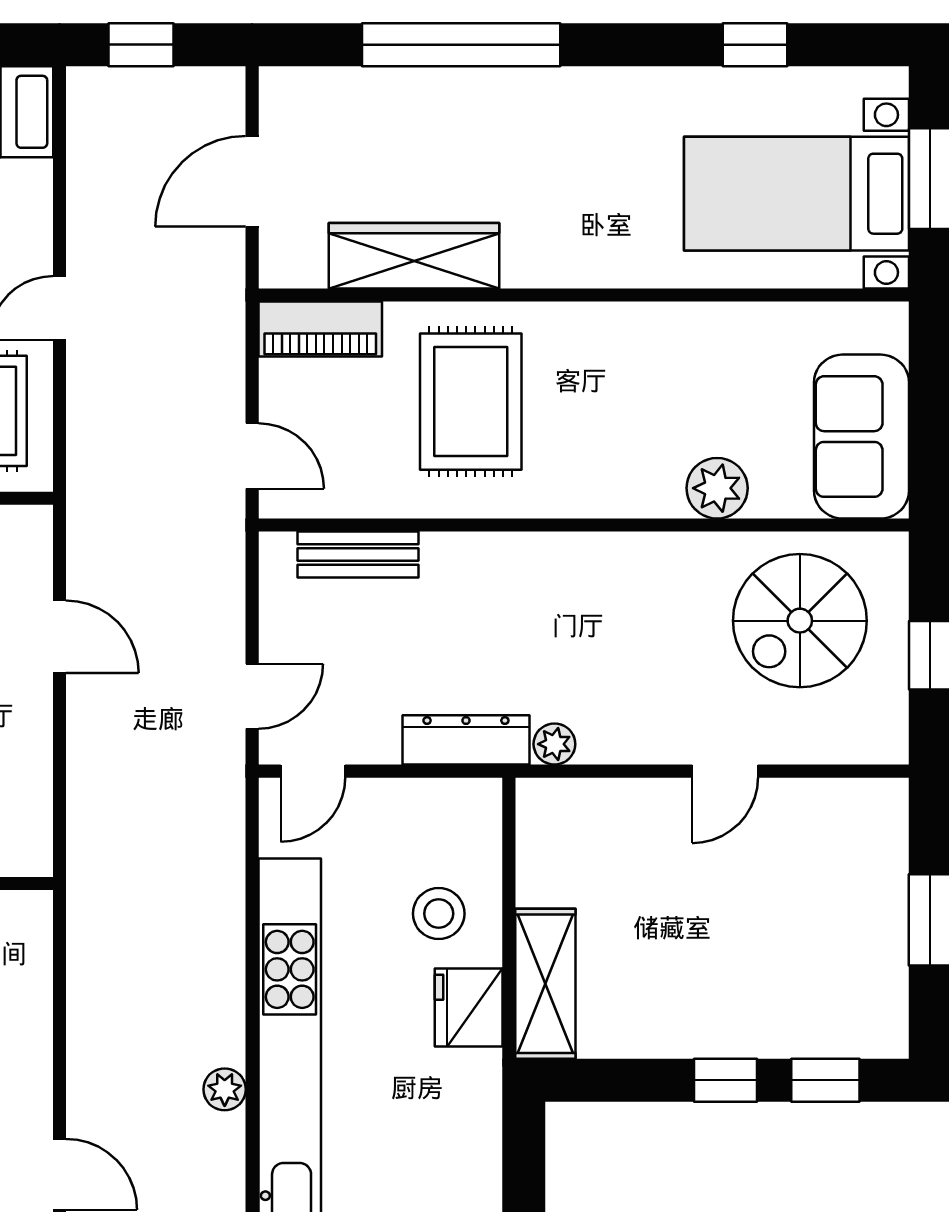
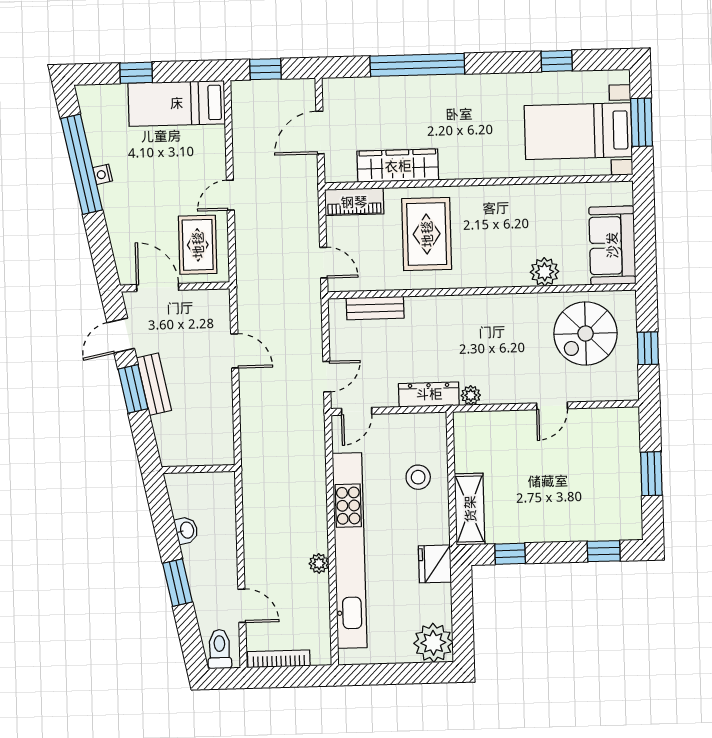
fridge: (469, 1008) -> (435, 564), moved
window: (725, 1080) -> (510, 554), moved

